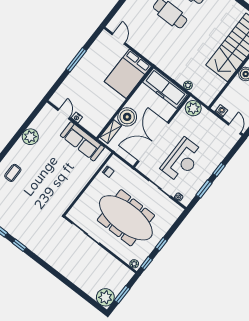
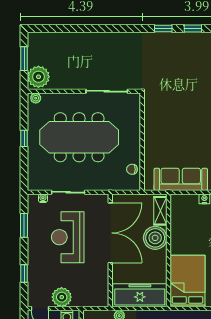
plant: (193, 108) -> (62, 297), moved
window: (219, 170) -> (24, 274), moved
window: (146, 263) -> (24, 108), removed
plant: (105, 297) -> (38, 77), moved

